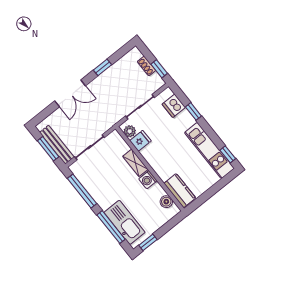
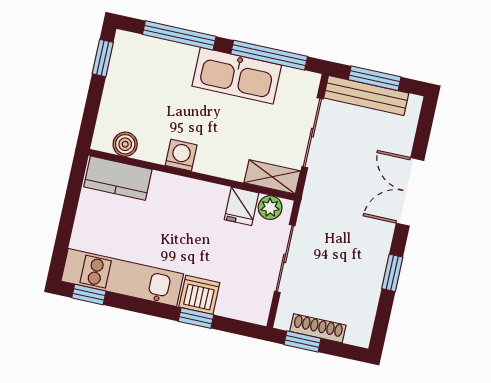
shoe rack: (147, 66) -> (318, 328), width x1.43
dishwasher: (174, 106) -> (199, 295), moved
shelving: (135, 163) -> (272, 177), moved
kitchen sink: (124, 222) -> (237, 76), moved

